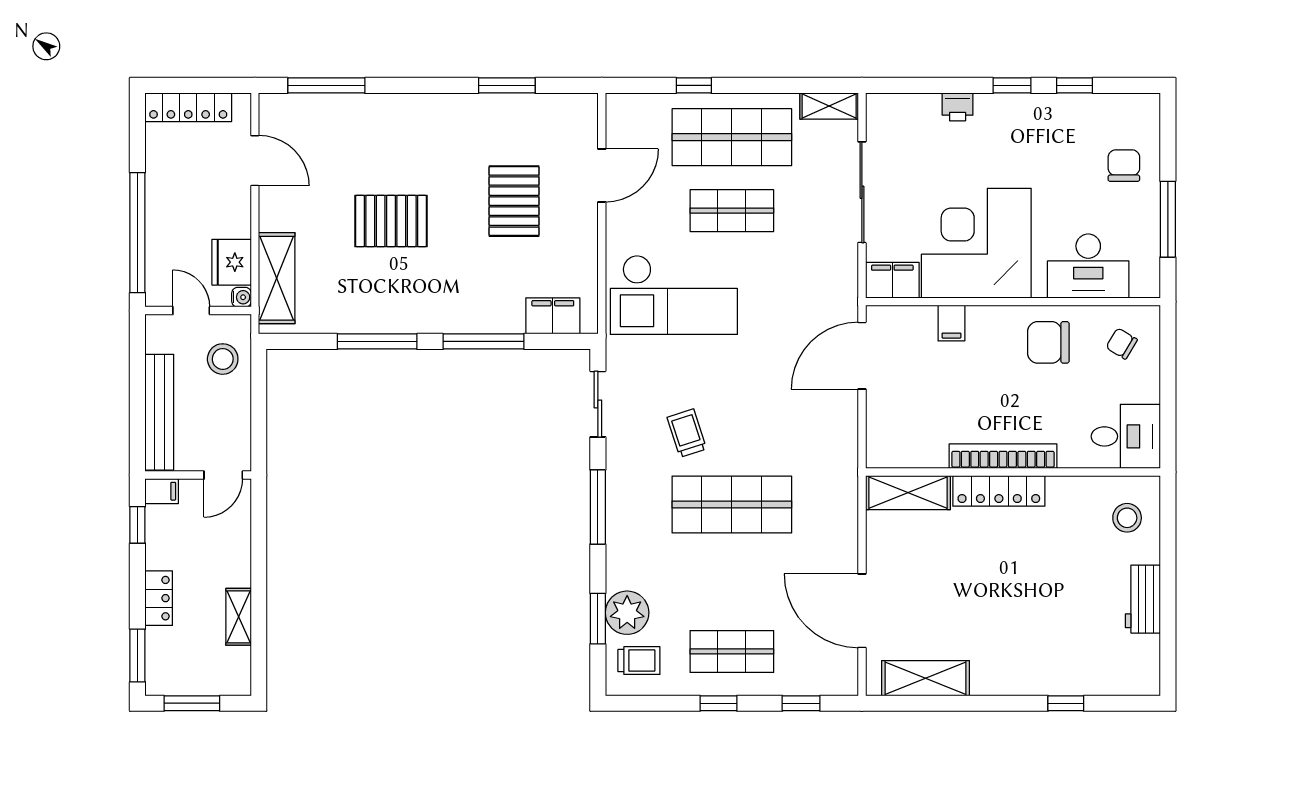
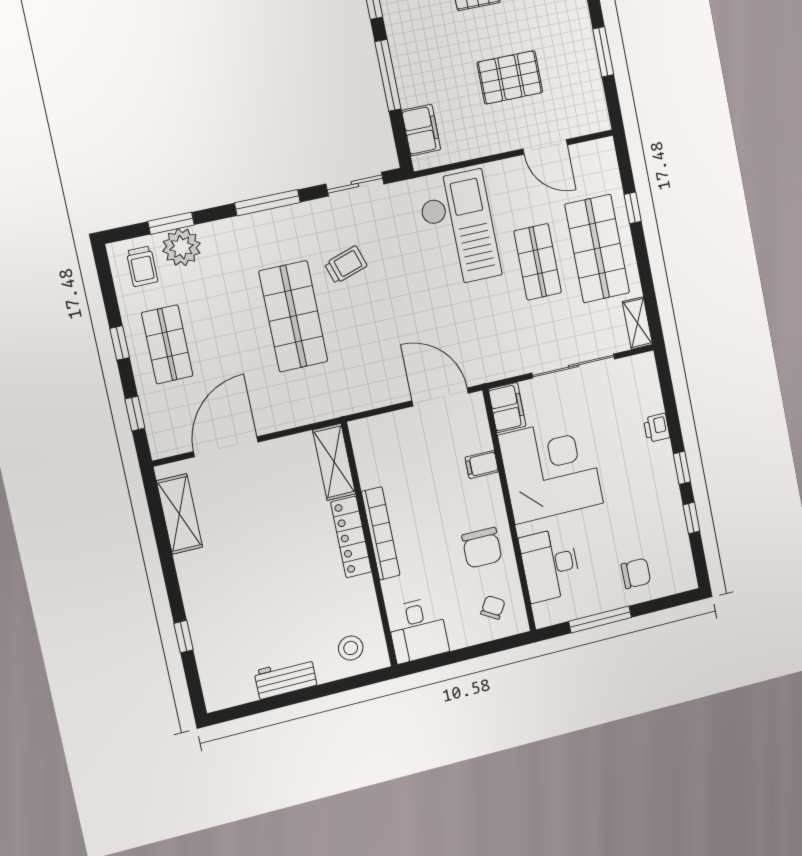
checkout: (674, 295) -> (459, 229), turned 180
chair: (1048, 342) -> (482, 548), turned 180

